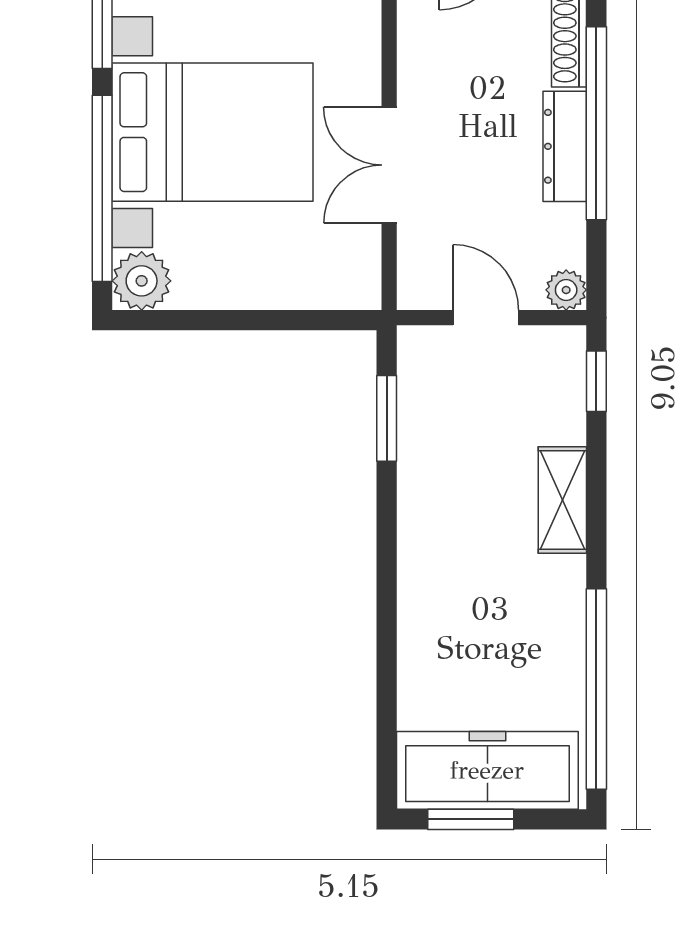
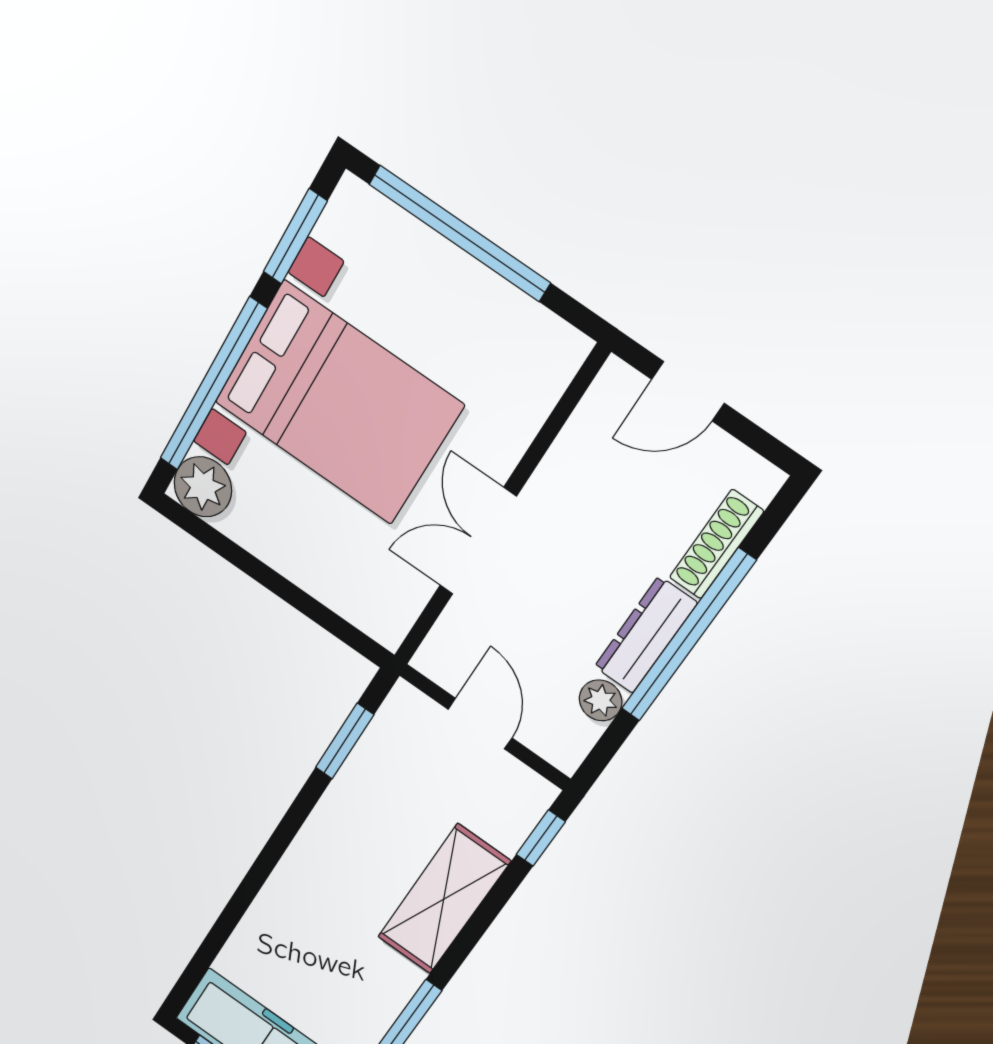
plant: (566, 290) -> (601, 700), moved
shelving: (562, 500) -> (444, 899), width x1.50, depth x1.33

